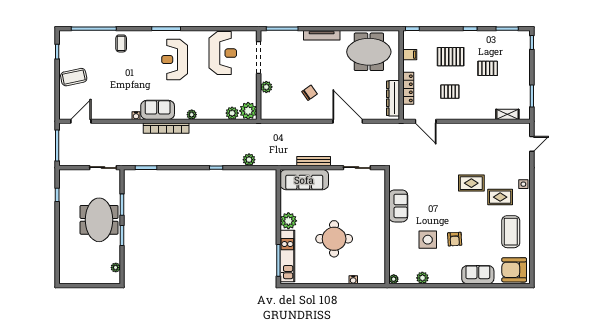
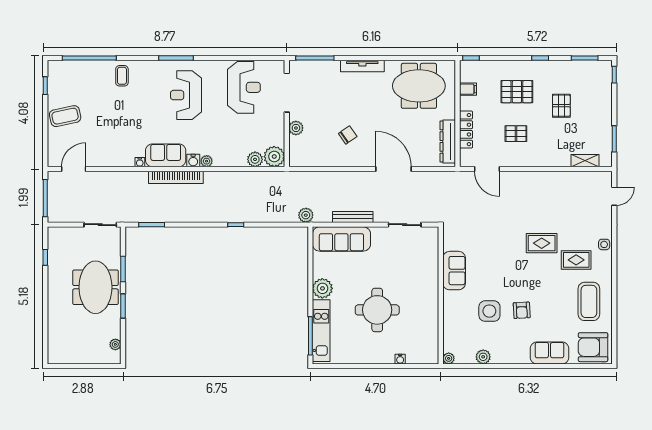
pallet: (488, 68) -> (561, 106), turned 90
water cooler: (181, 114) -> (193, 161), added
plant: (249, 160) -> (306, 215), moved

